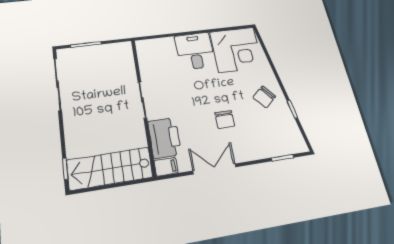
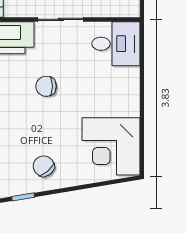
desk: (195, 51) -> (116, 44), moved
chair: (225, 119) -> (46, 86), moved

